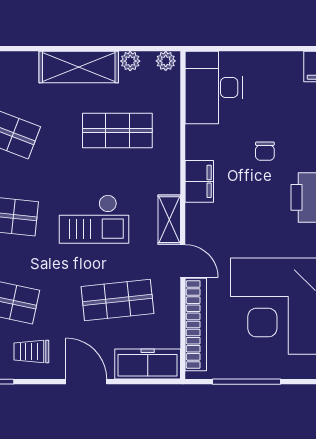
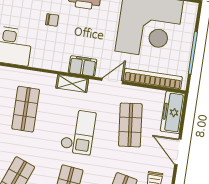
filing cabinet: (199, 181) -> (83, 66), moved
shelving: (169, 220) -> (72, 84), moved
door: (86, 382) -> (178, 152), hinge flipped

